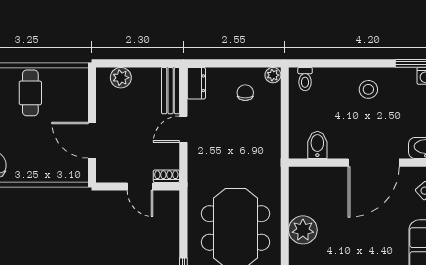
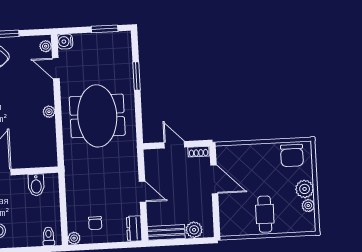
bench: (171, 91) -> (166, 232), moved, turned 90
door: (183, 129) -> (142, 192), hinge flipped
shoe rack: (166, 176) -> (199, 152), moved
plant: (303, 230) -> (49, 112), width x0.53, depth x0.53

